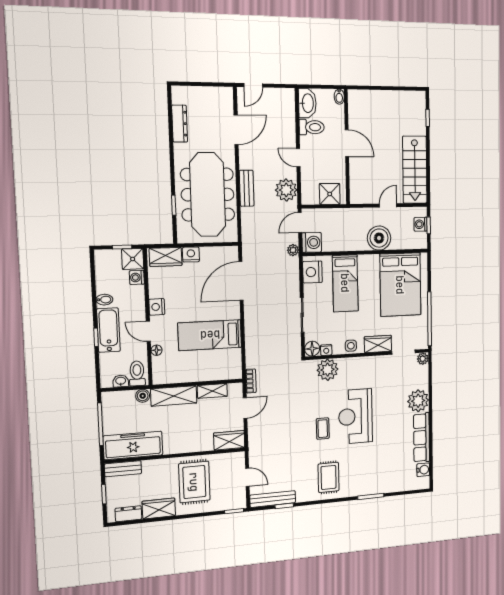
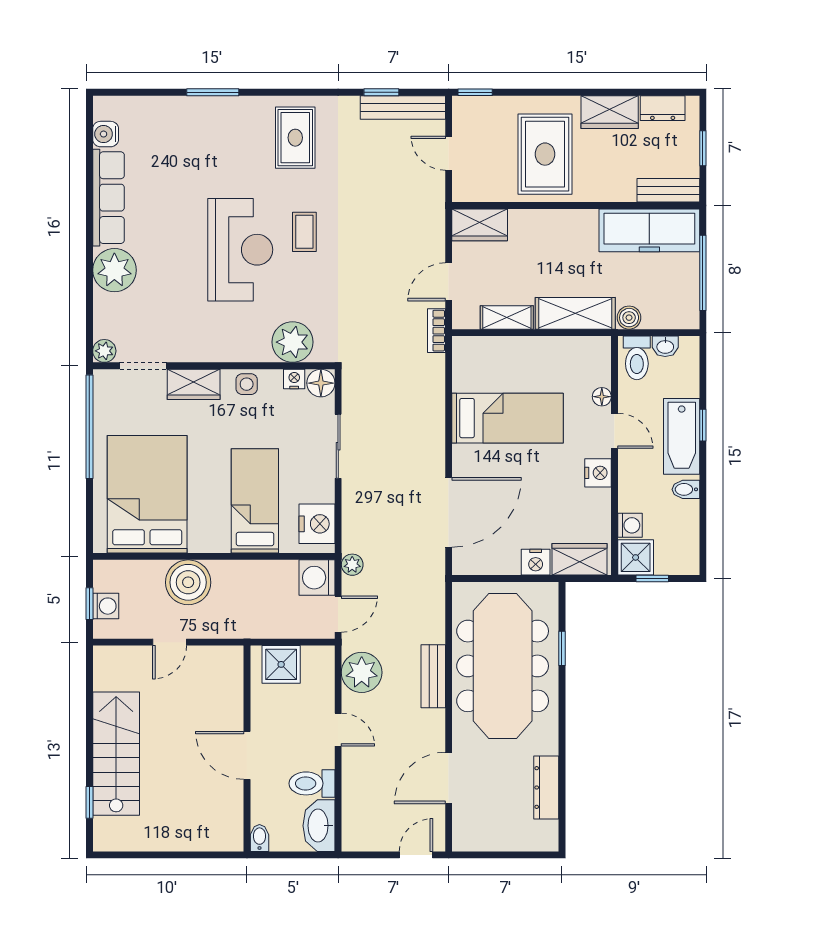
stairs: (415, 170) -> (116, 754), moved

